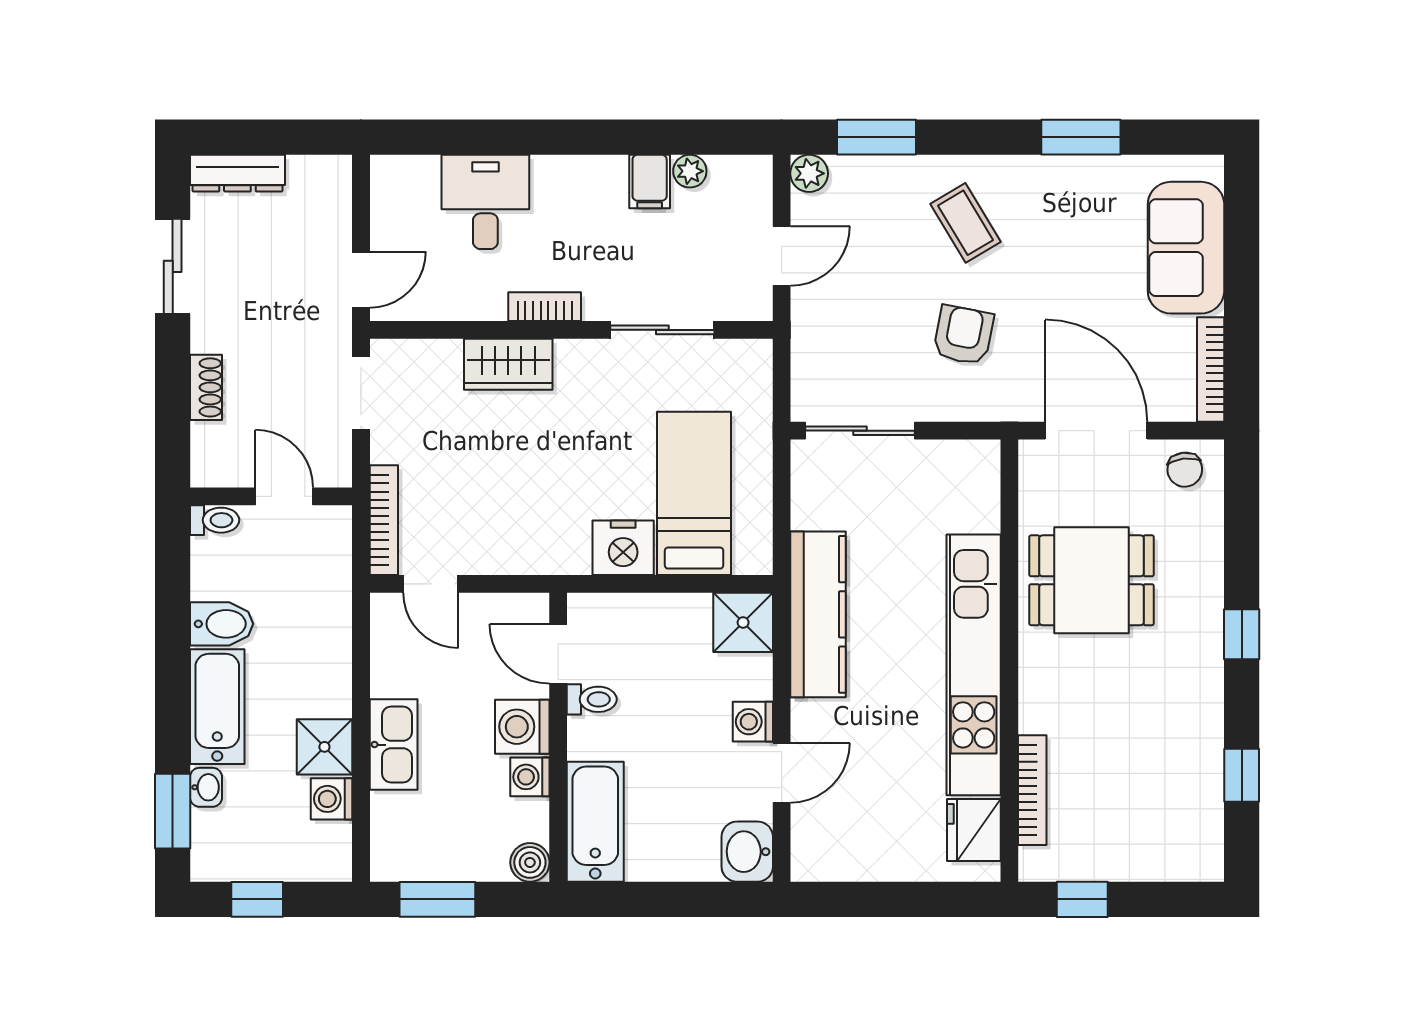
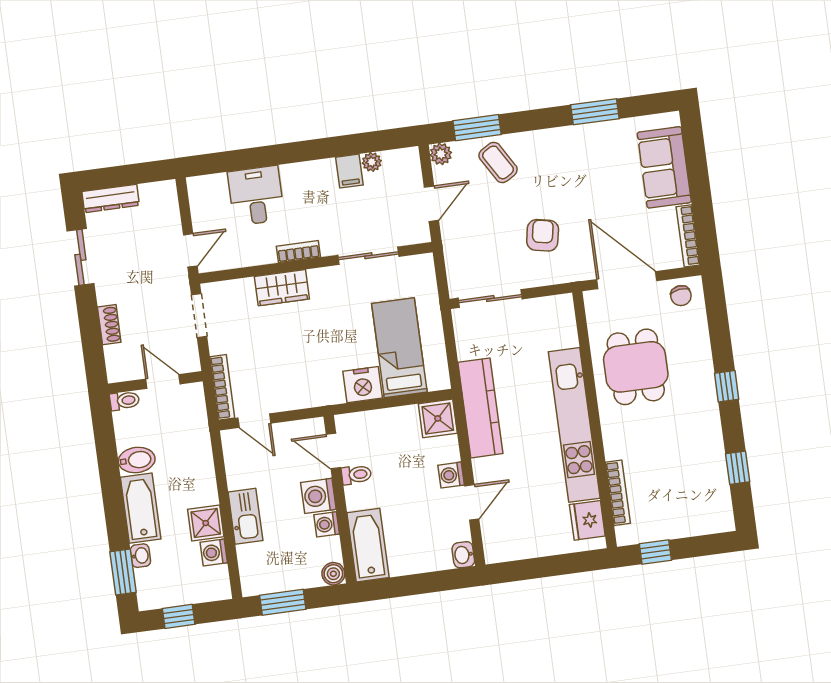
coffee table: (965, 223) -> (498, 162), moved
dining table: (1092, 580) -> (636, 367), turned 90
washbasin: (747, 852) -> (463, 555), width x0.72, depth x0.69

